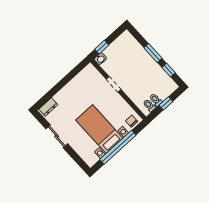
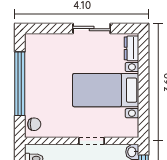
bed with nightstands: (99, 129) -> (106, 90), moved, turned 180

